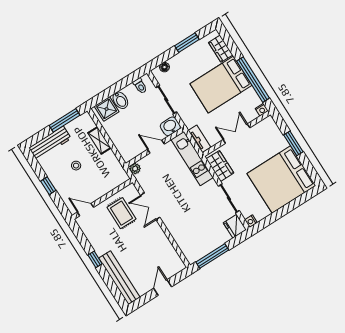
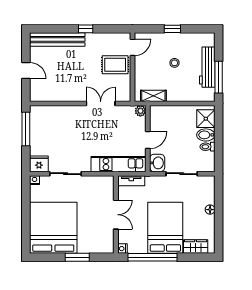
window: (187, 43) -> (219, 221), removed
floor lamp: (164, 67) -> (210, 210), moved
toilet: (140, 86) -> (207, 147), moved
shelving: (99, 140) -> (153, 96), moved
workbench: (50, 143) -> (207, 67), moved
wardrobe: (220, 166) -> (97, 183), removed
rug: (121, 213) -> (115, 65), moved

